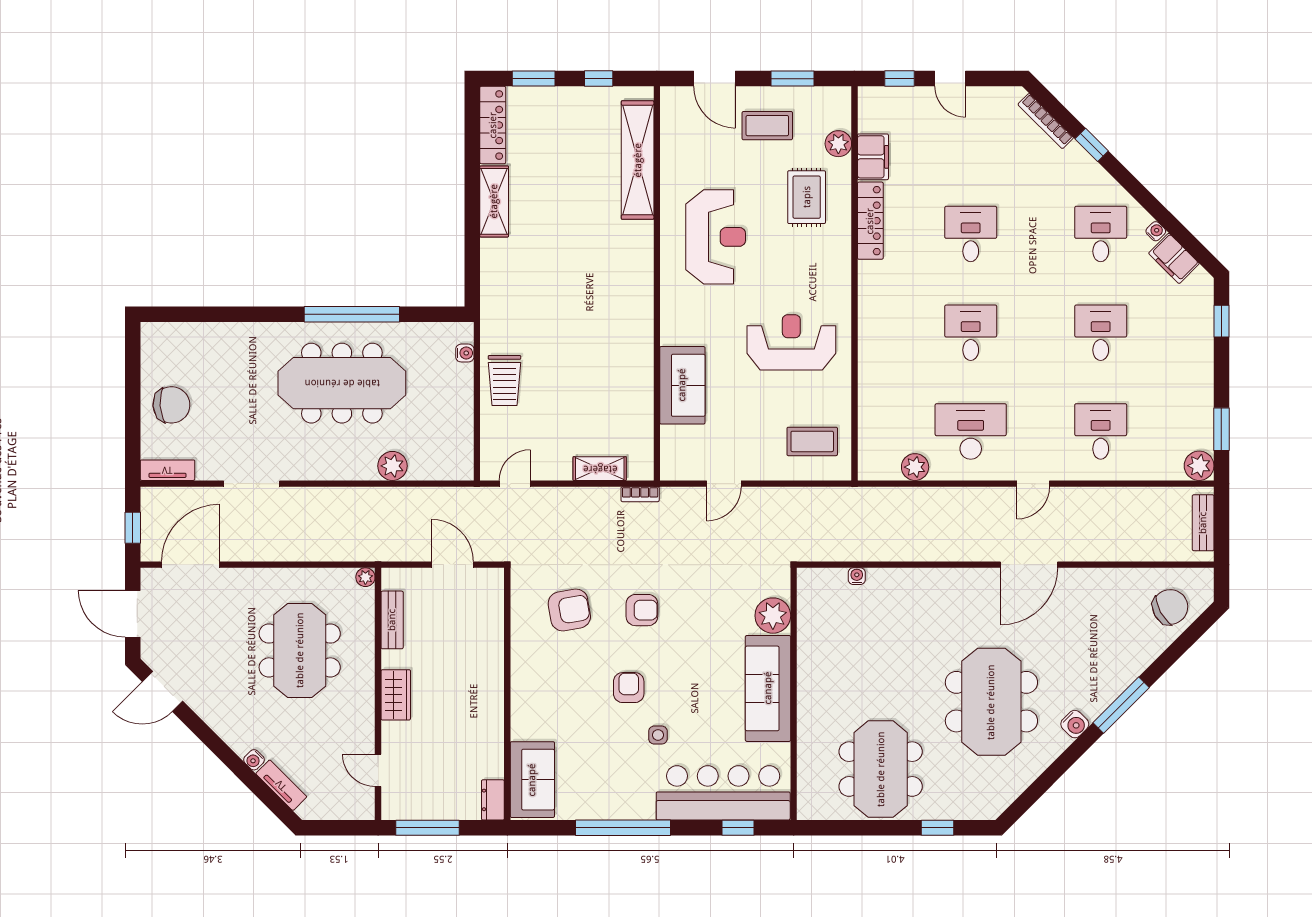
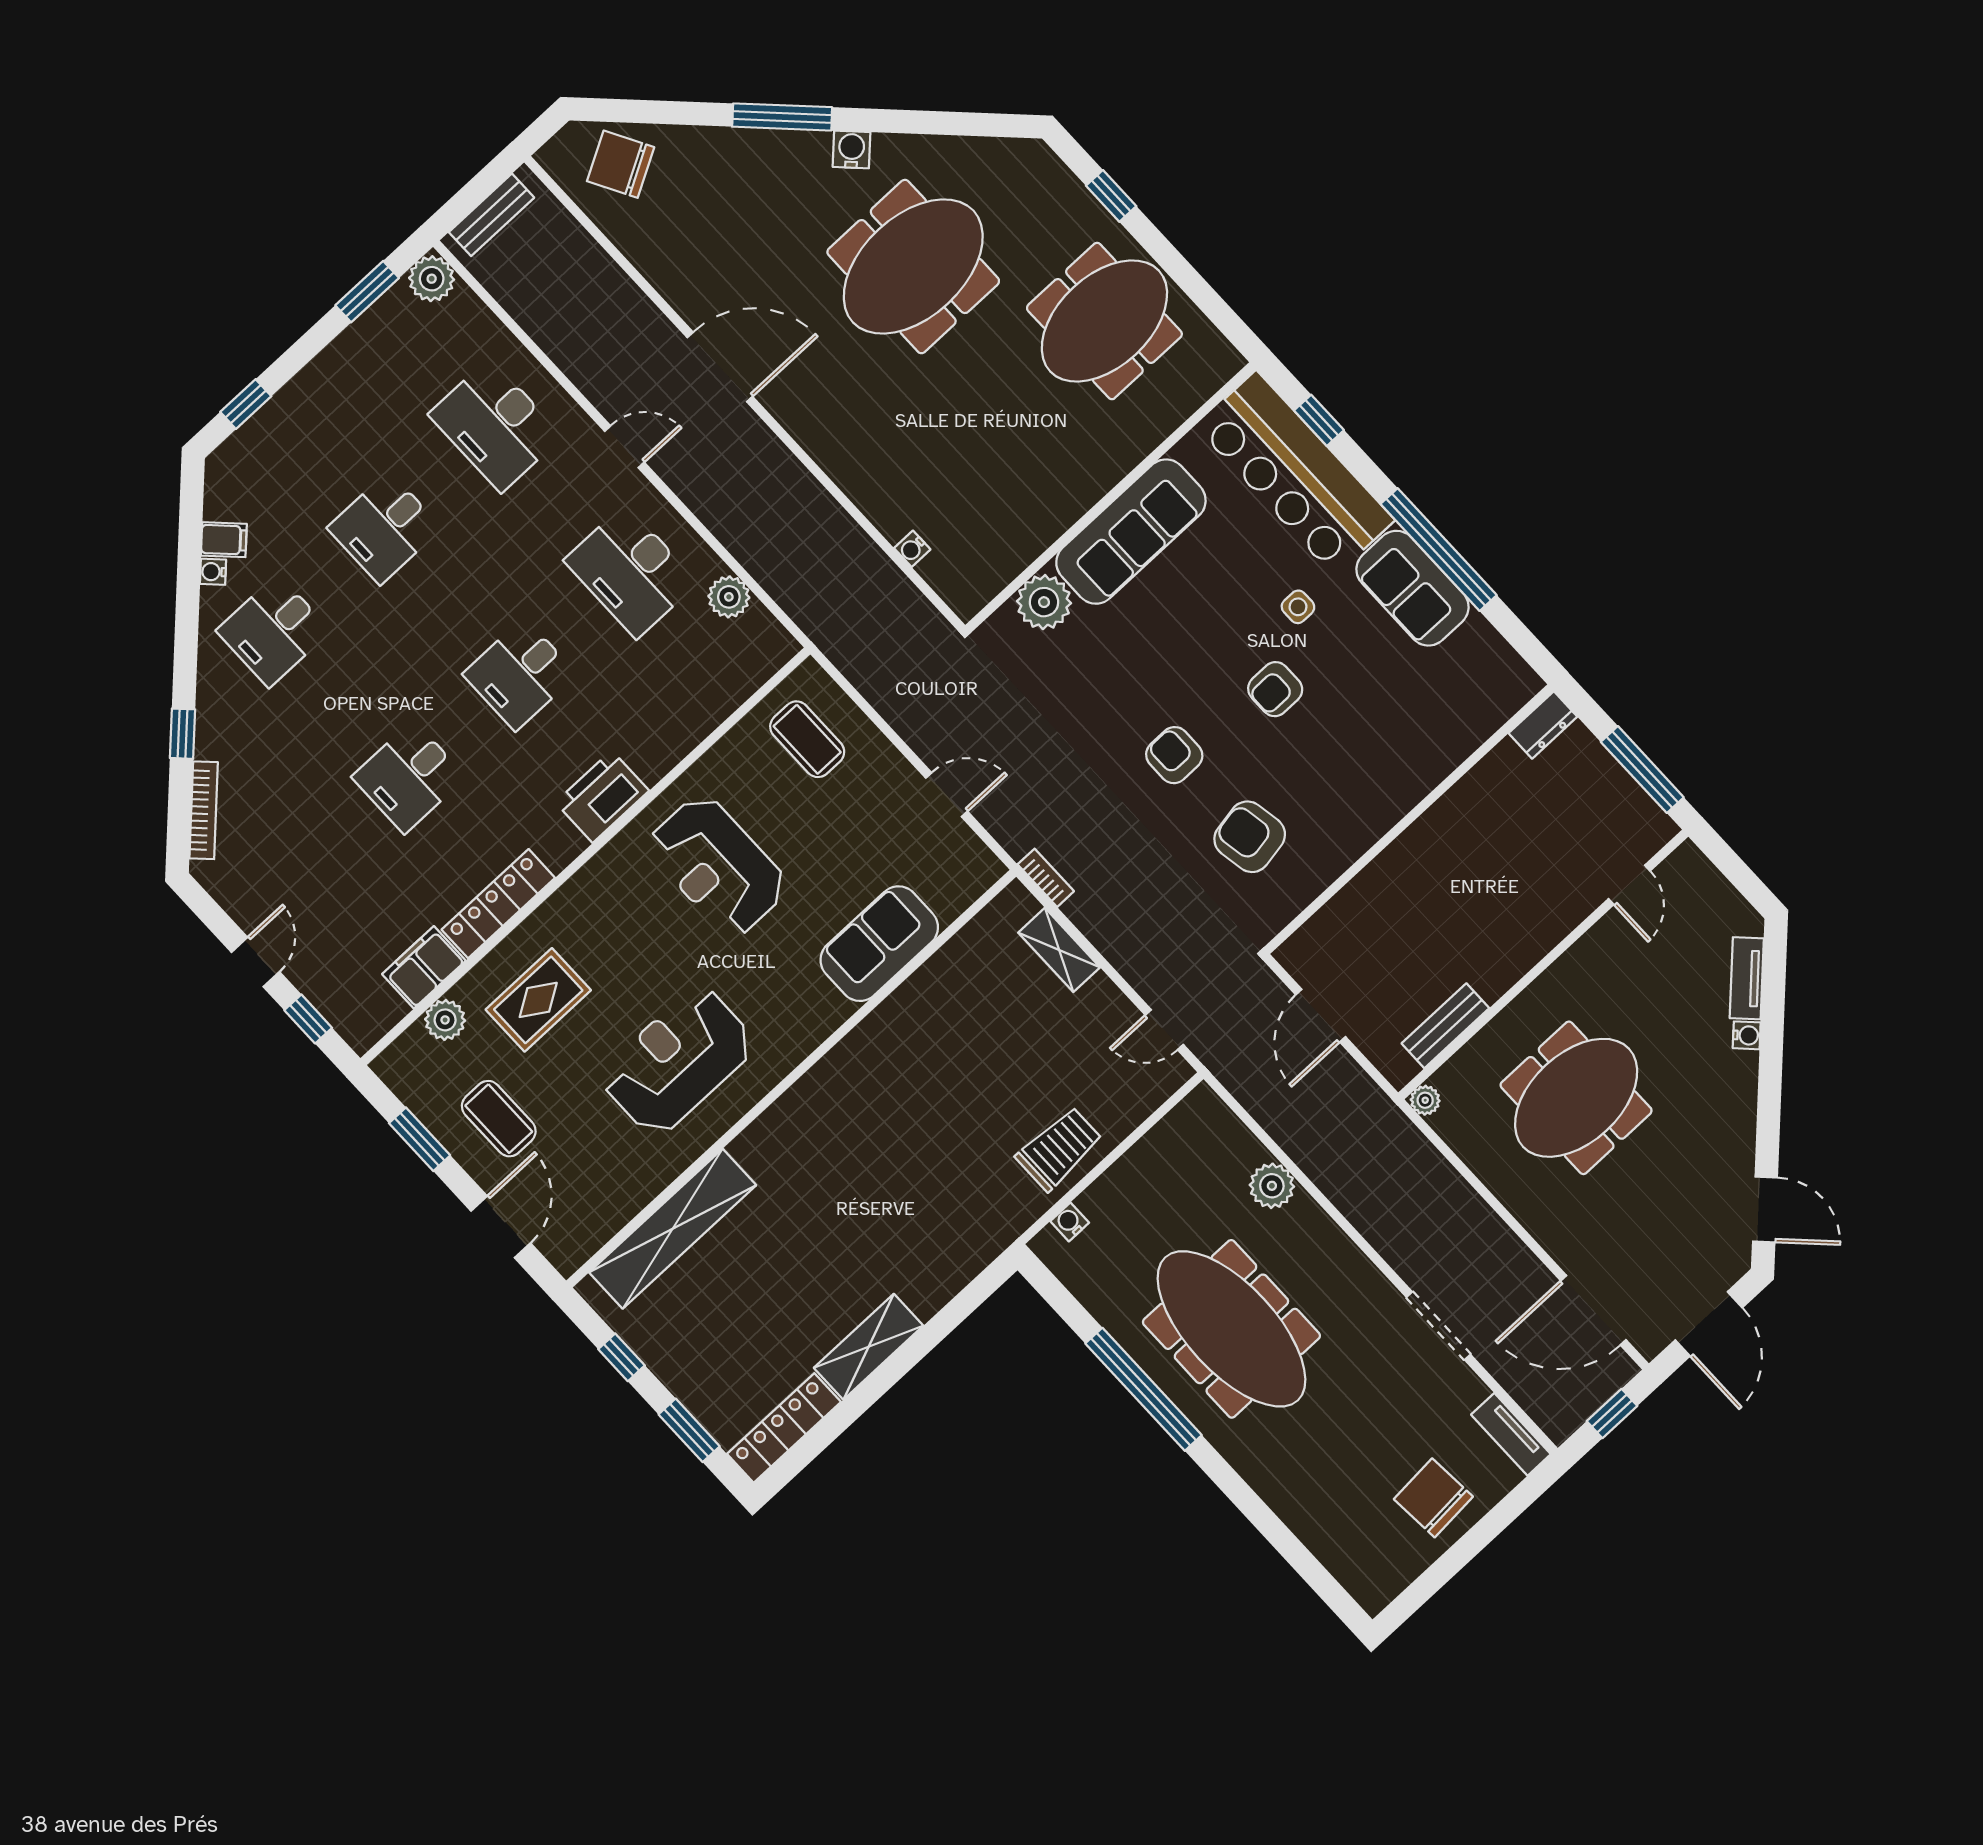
filing cabinet: (1174, 258) -> (224, 540), width x0.50
printer: (876, 318) -> (602, 797), added
desk: (1101, 431) -> (495, 425), width x1.37
wardrobe: (396, 695) -> (1526, 944), removed
sofa: (532, 780) -> (1412, 588), moved, turned -90

